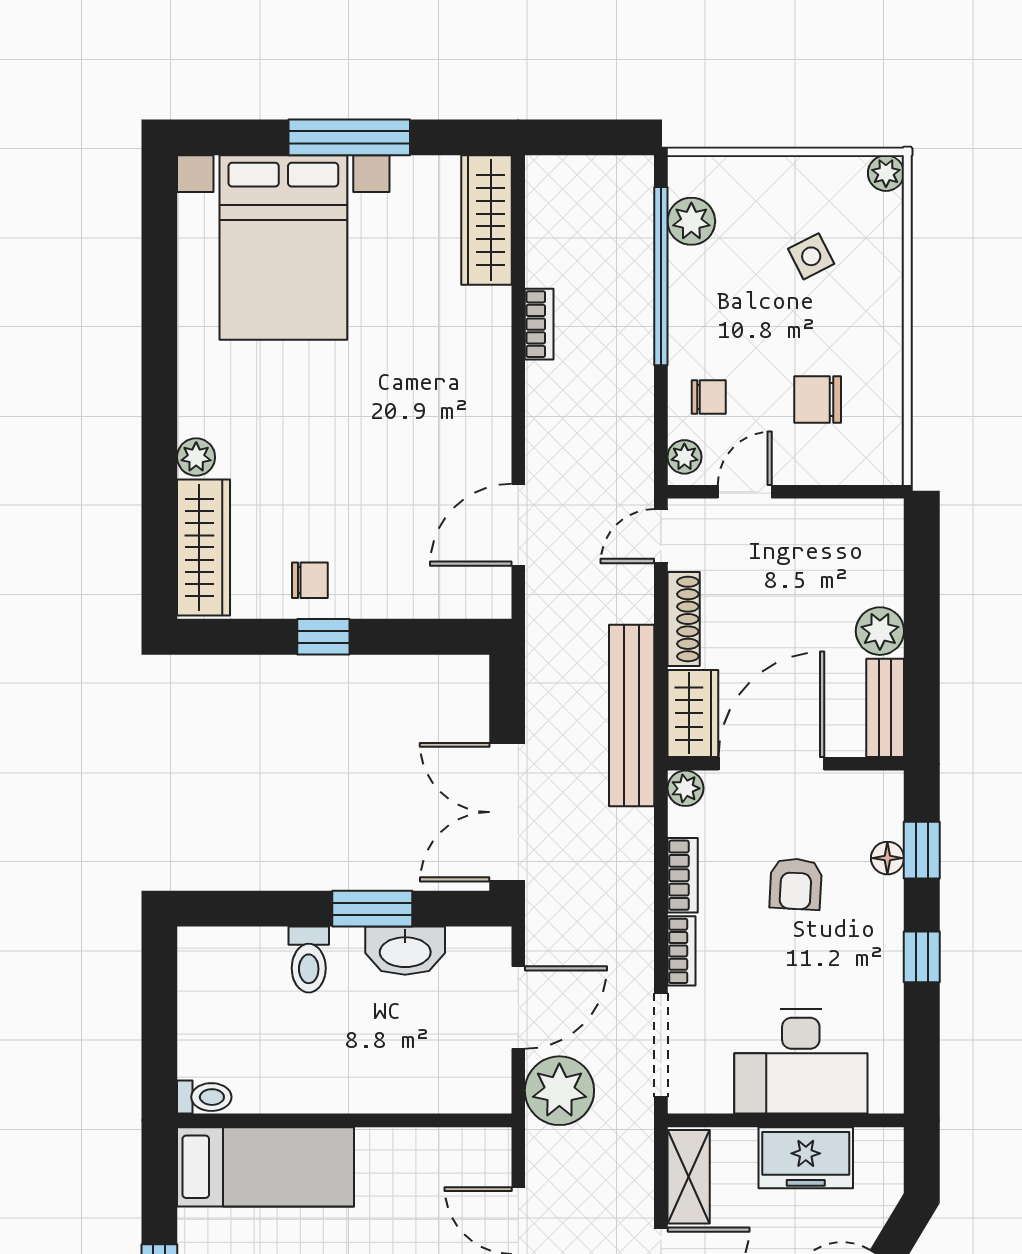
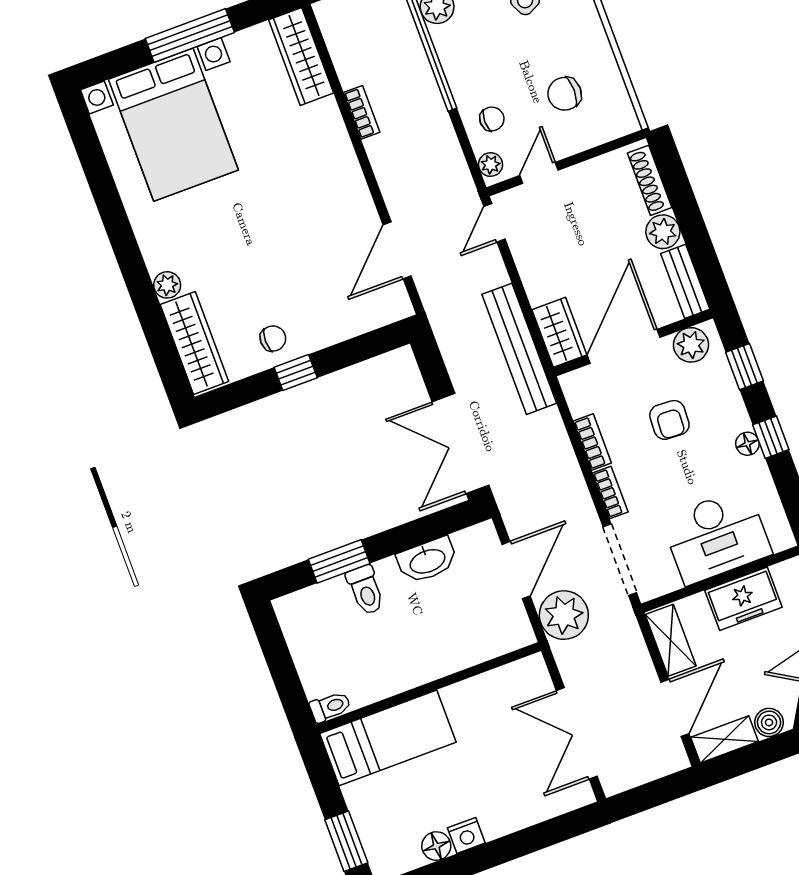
shoe rack: (684, 619) -> (650, 180), moved, turned 180
plant: (685, 788) -> (691, 345), moved, width x1.38, depth x1.38
floor lamp: (887, 858) -> (747, 444), moved
window: (372, 909) -> (339, 561), moved

